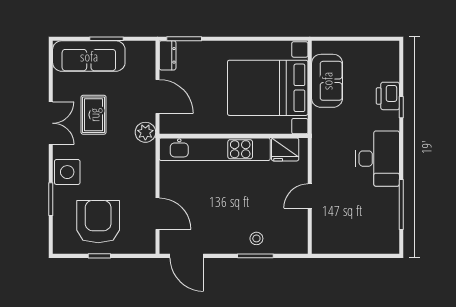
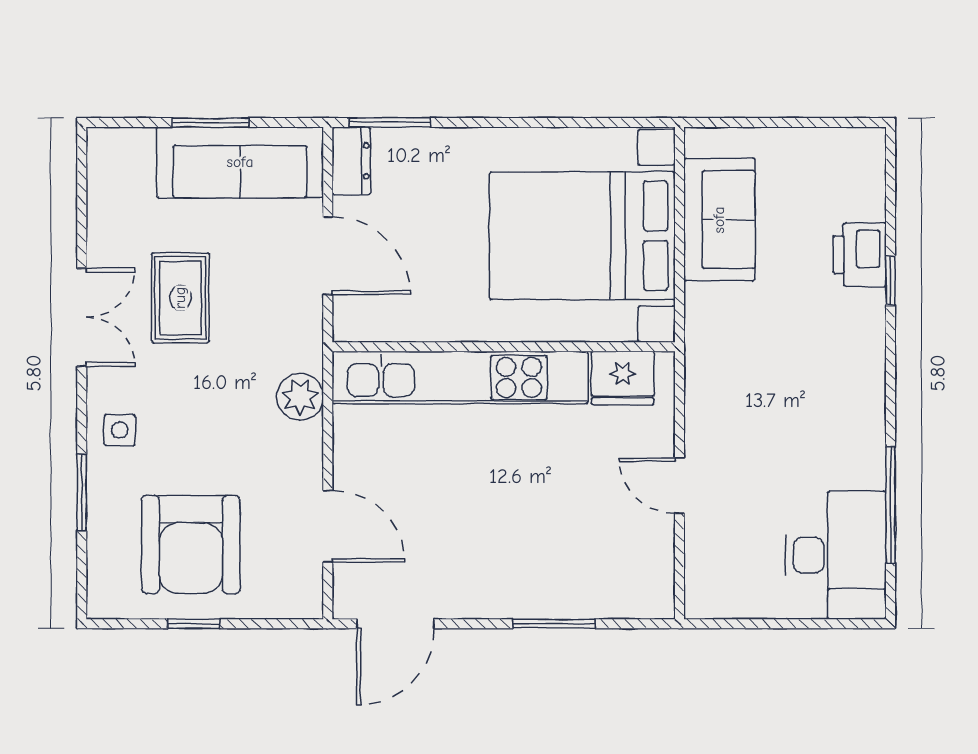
sofa: (89, 56) -> (240, 162), moved
plant: (145, 132) -> (300, 397), moved
desk: (377, 159) -> (836, 555), moved
side table: (67, 172) -> (120, 430), width x0.54, depth x0.54
door: (310, 196) -> (680, 486), hinge flipped
armchair: (98, 222) -> (191, 544), turned 180
stool: (256, 238) -> (556, 584), removed
door: (187, 256) -> (395, 624), hinge flipped

